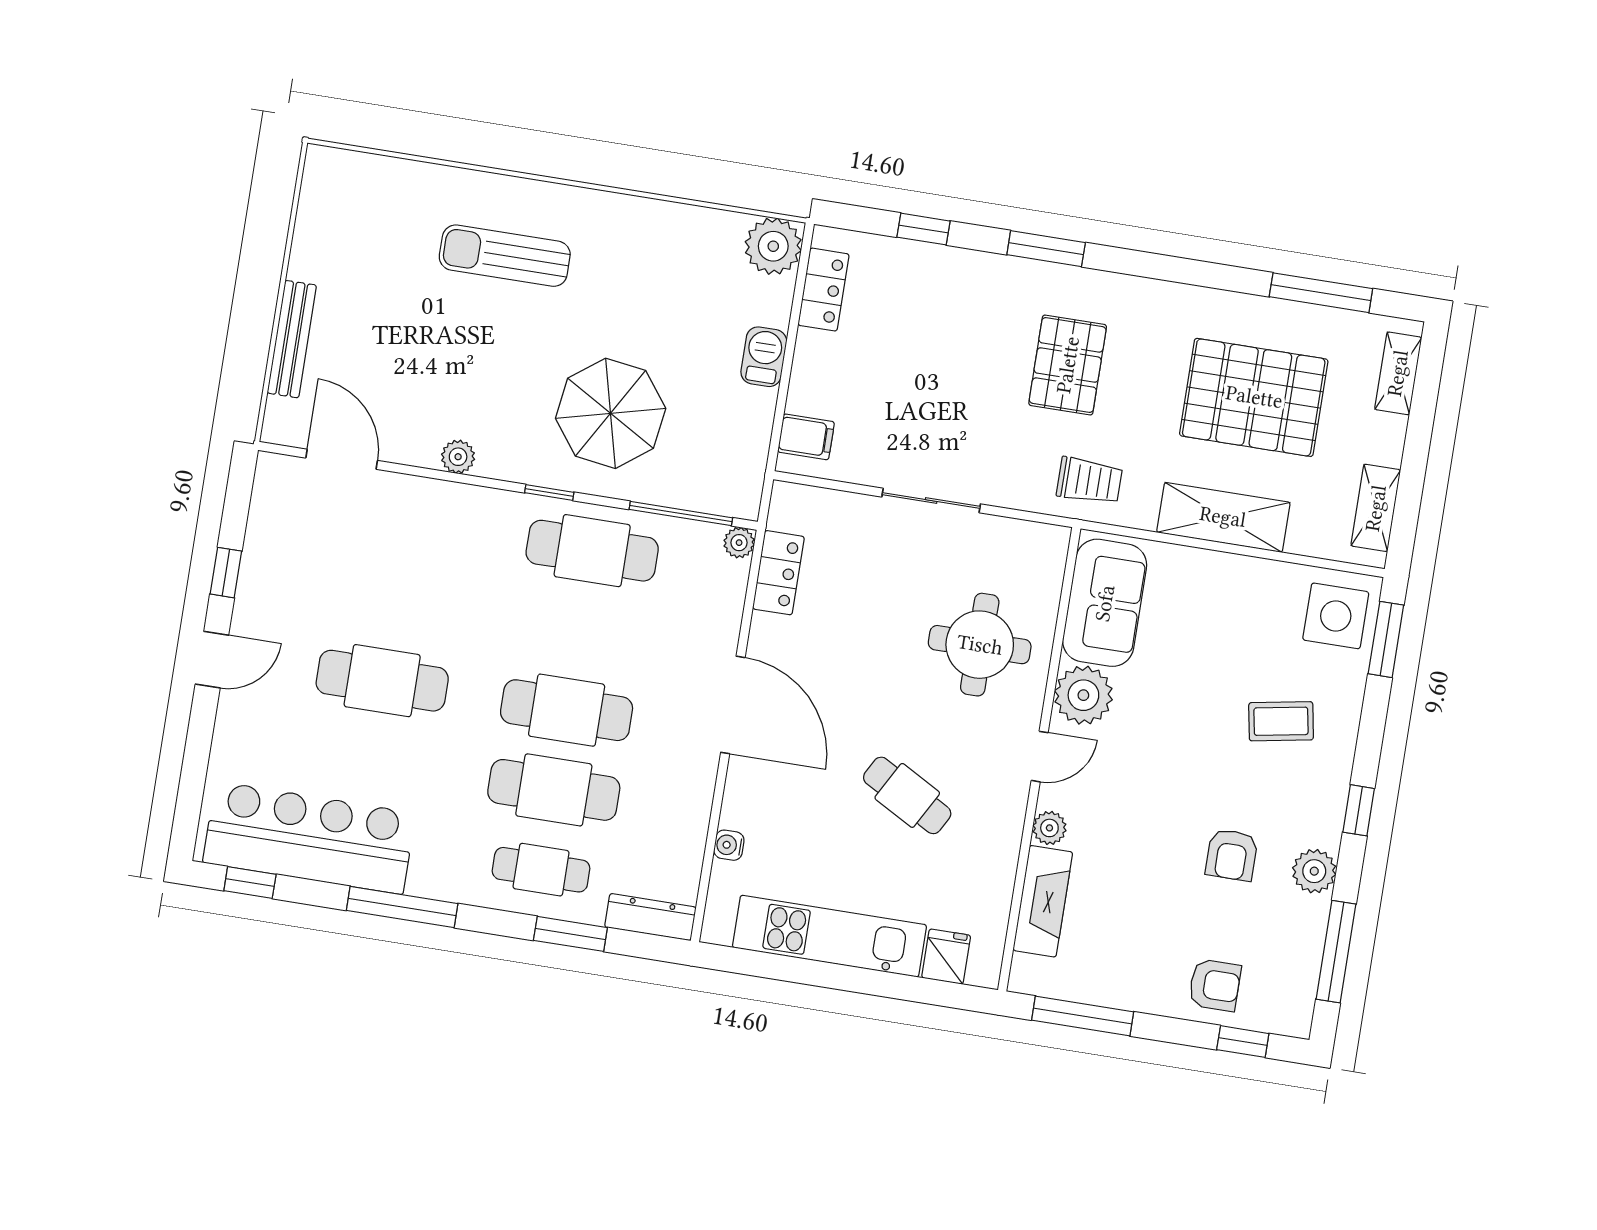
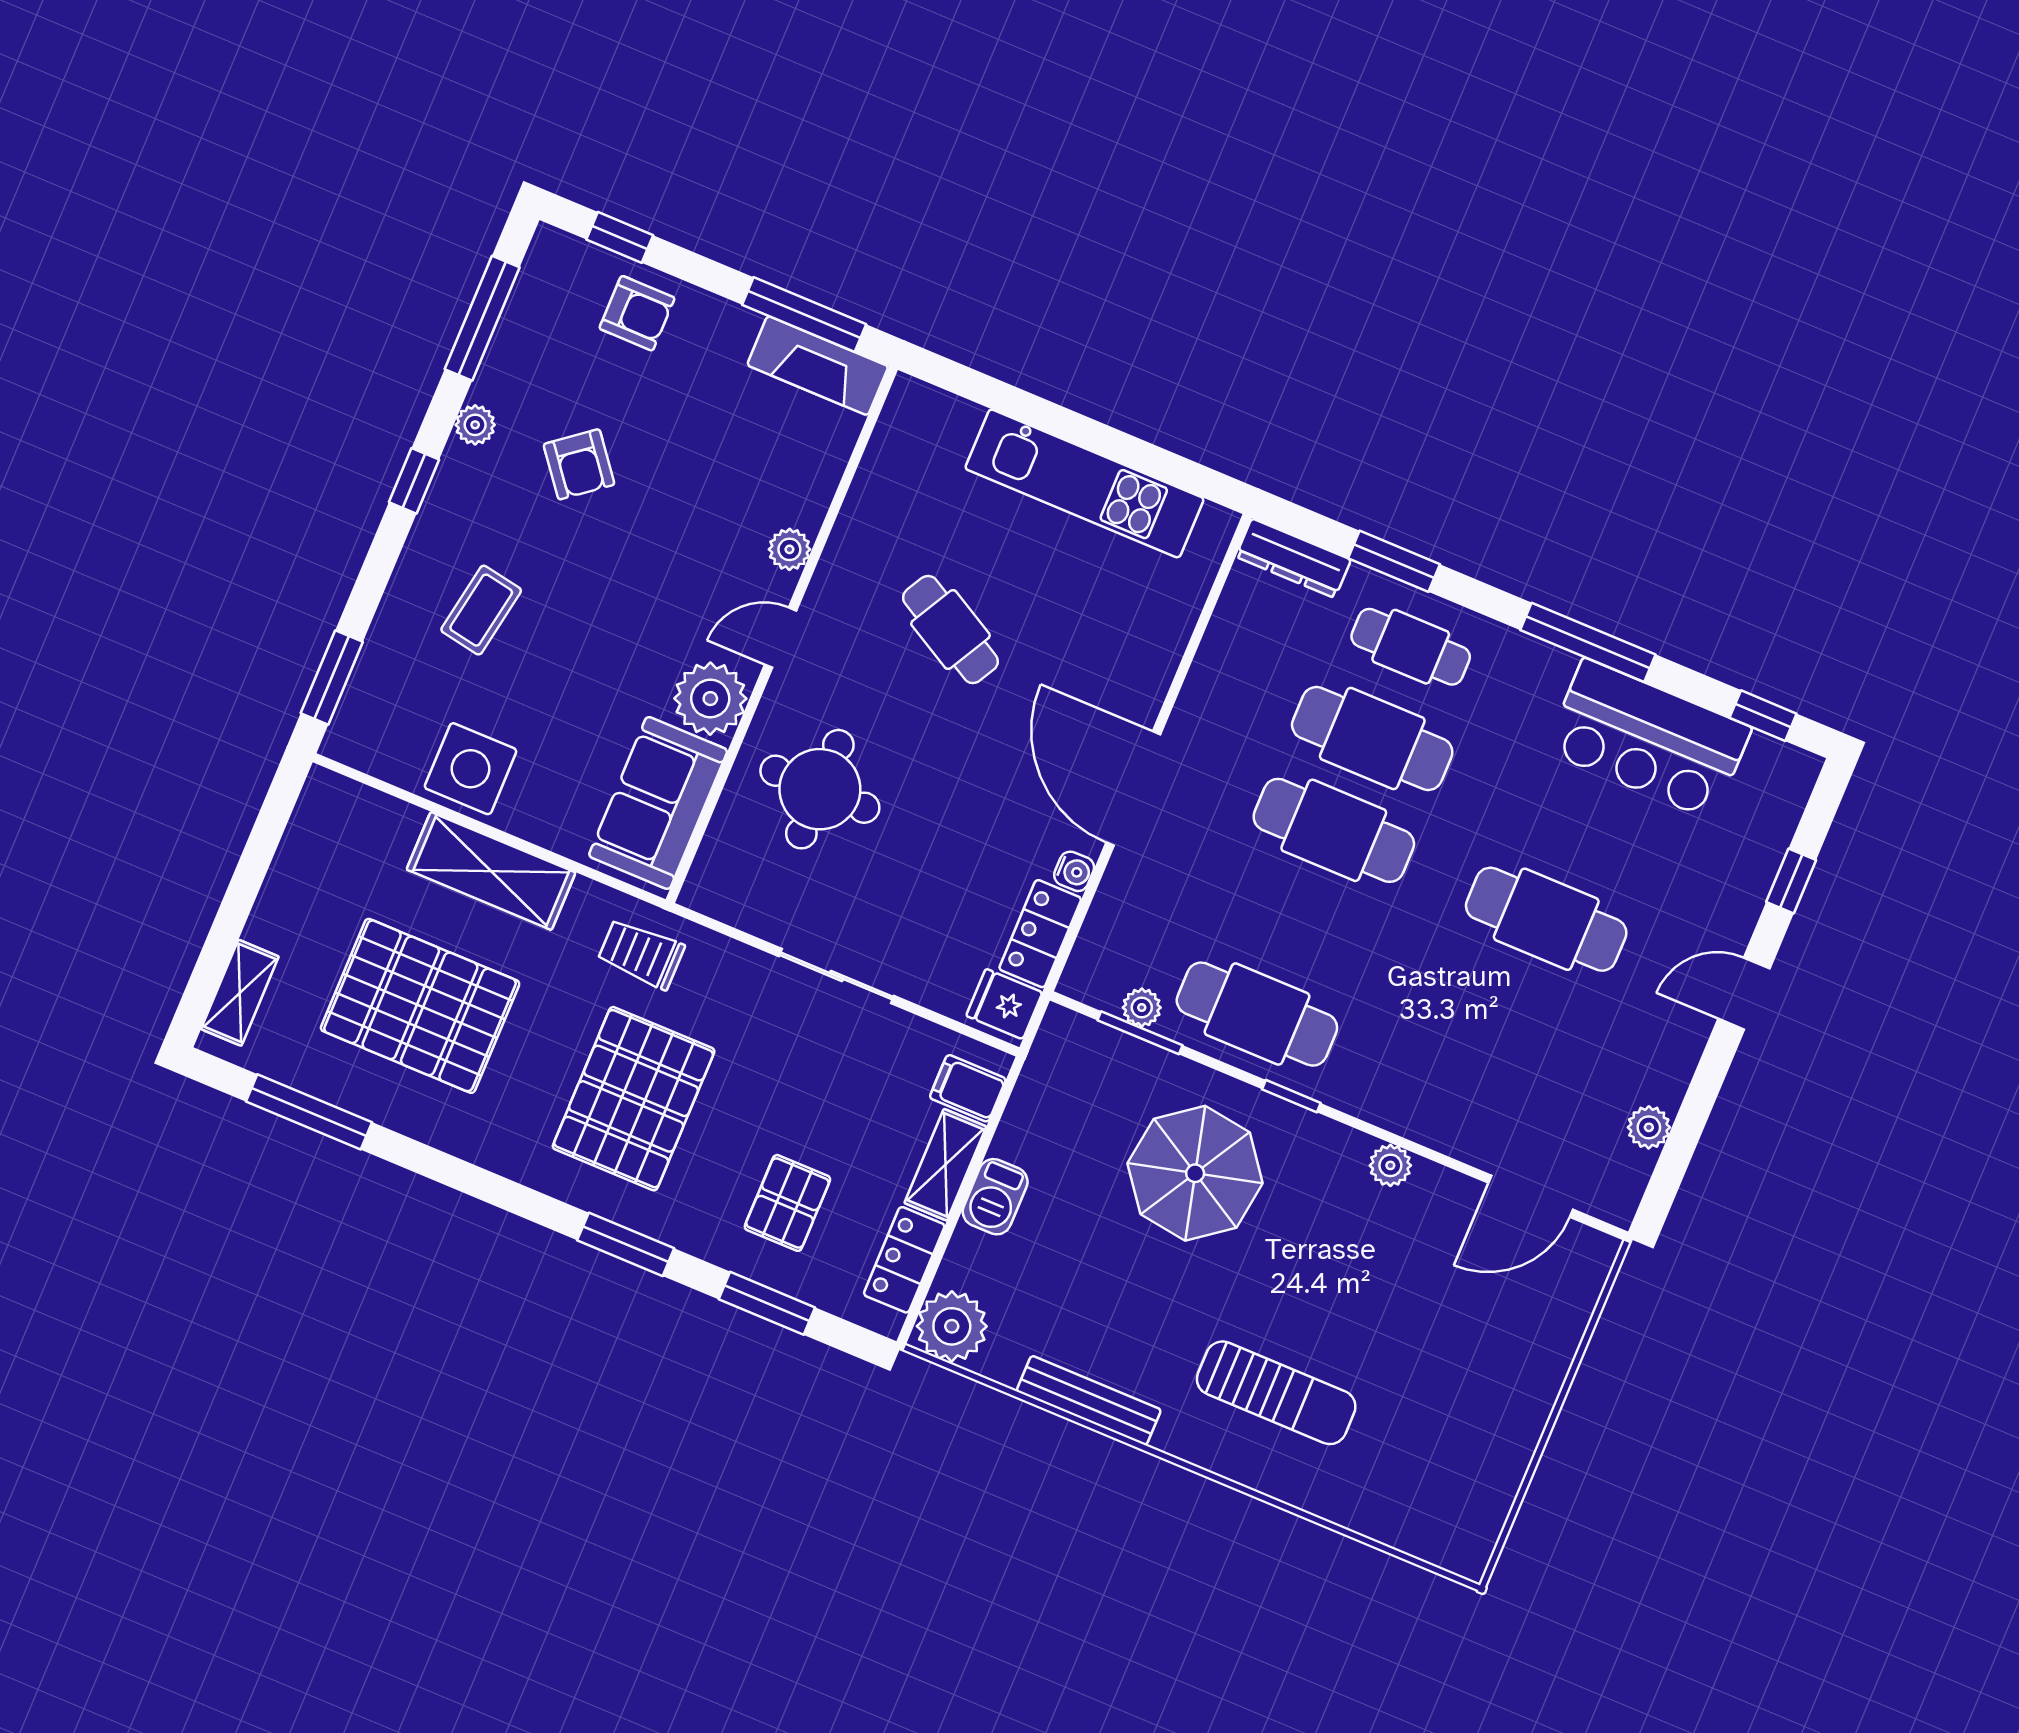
window: (923, 229) -> (767, 1303), width x1.50
pallet: (926, 312) -> (787, 1203), added
bench: (292, 339) -> (1089, 1400), moved, turned 90
pallet: (1068, 365) -> (634, 1099), width x1.37, depth x1.41
door: (342, 459) -> (1531, 1196), hinge flipped
shelving: (1376, 508) -> (945, 1165), moved
window: (681, 514) -> (1140, 1033), width x0.69
plant: (262, 536) -> (1649, 1127), added
plant: (739, 543) -> (1142, 1007), moved
window: (226, 573) -> (1791, 881), moved
side table: (1336, 616) -> (471, 769), moved
coffee table: (1281, 721) -> (481, 610), turned -70
bar counter: (309, 838) -> (1648, 739), width x0.73
water cooler: (729, 845) -> (1074, 871), moved
armchair: (1232, 855) -> (579, 464), turned 142
plant: (1314, 871) -> (475, 425), width x0.73, depth x0.73
fireplace: (1043, 901) -> (818, 366), moved, turned -90
fridge: (946, 957) -> (1004, 1004), moved, turned 90
armchair: (1215, 985) -> (637, 313), turned 180

